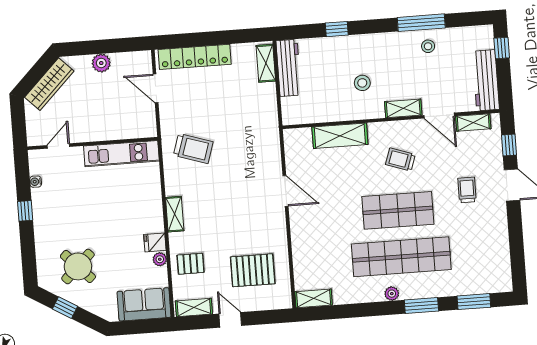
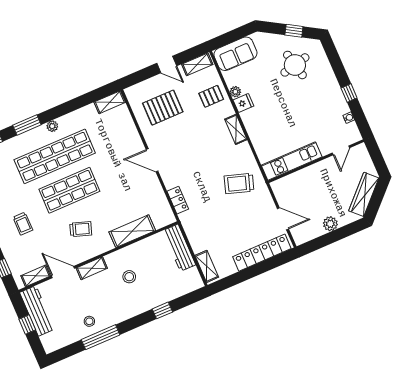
window: (502, 48) -> (27, 325), moved
workbench: (289, 68) -> (179, 248), moved
locker: (273, 154) -> (178, 200), added
door: (286, 191) -> (152, 160), moved
round table: (78, 266) -> (295, 65), turned 31

